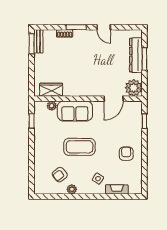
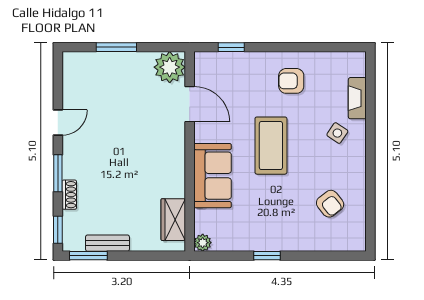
window: (46, 27) -> (58, 230), added
bench: (38, 41) -> (107, 243), moved
dresser: (136, 55) -> (109, 63), removed
plant: (52, 106) -> (203, 243), moved
window: (32, 121) -> (267, 256), moved
coffee table: (79, 147) -> (271, 146), moved
plant: (72, 189) -> (357, 181), removed

